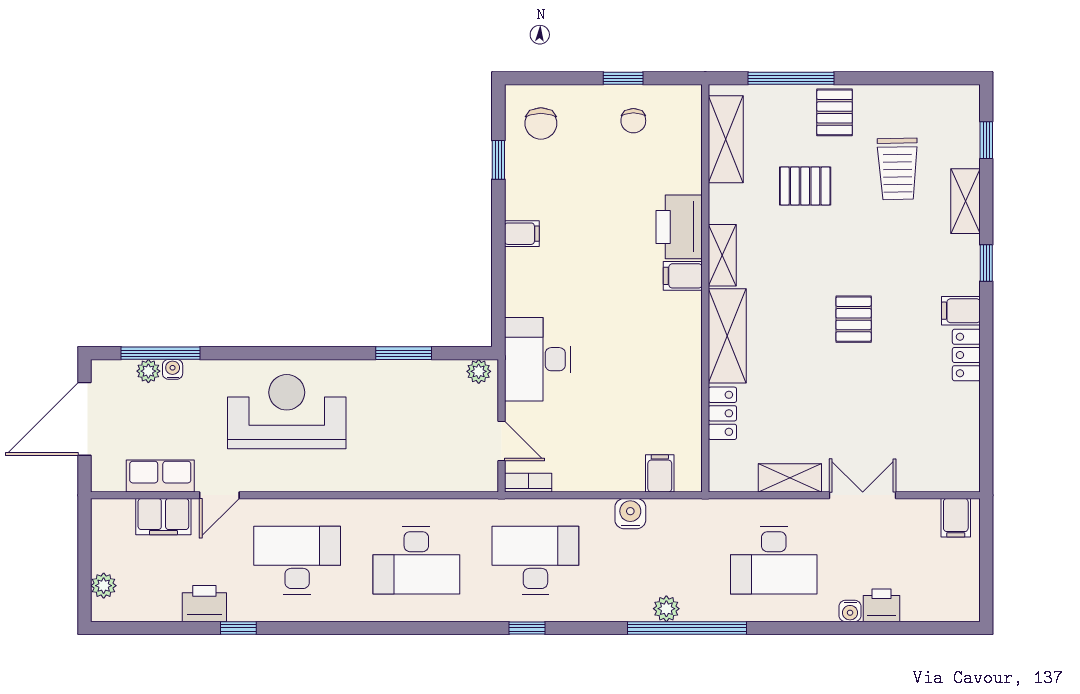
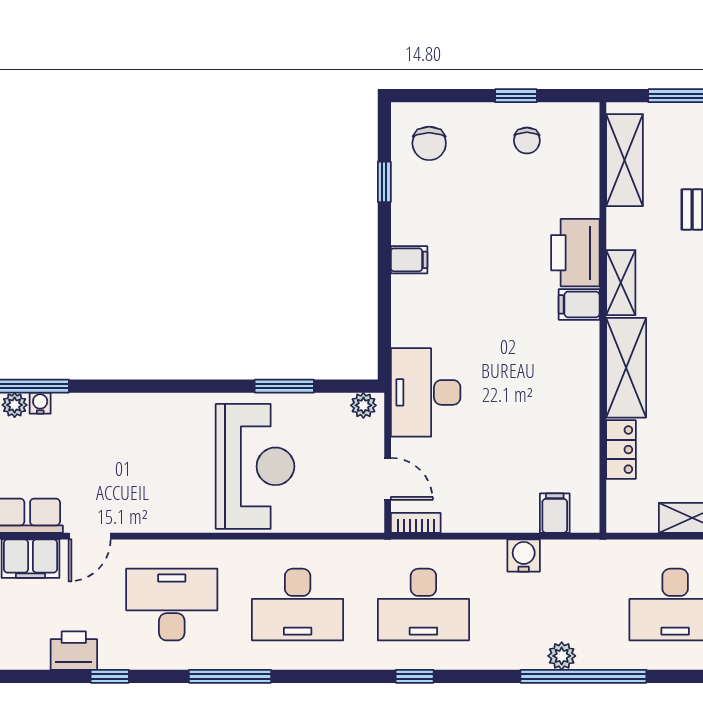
reception desk: (287, 412) -> (255, 466), moved, turned 90
desk: (535, 560) -> (423, 605), turned 180
window: (352, 628) -> (230, 676), added

